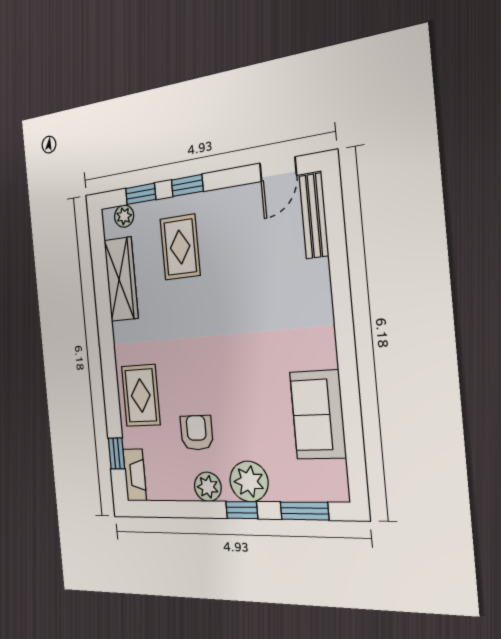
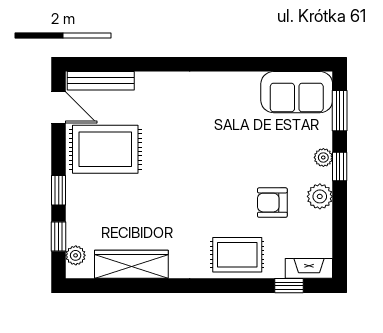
rug: (180, 247) -> (105, 149), moved, width x1.36, depth x1.43
sofa: (318, 415) -> (297, 92), moved
plant: (249, 481) -> (323, 158), width x0.53, depth x0.53

